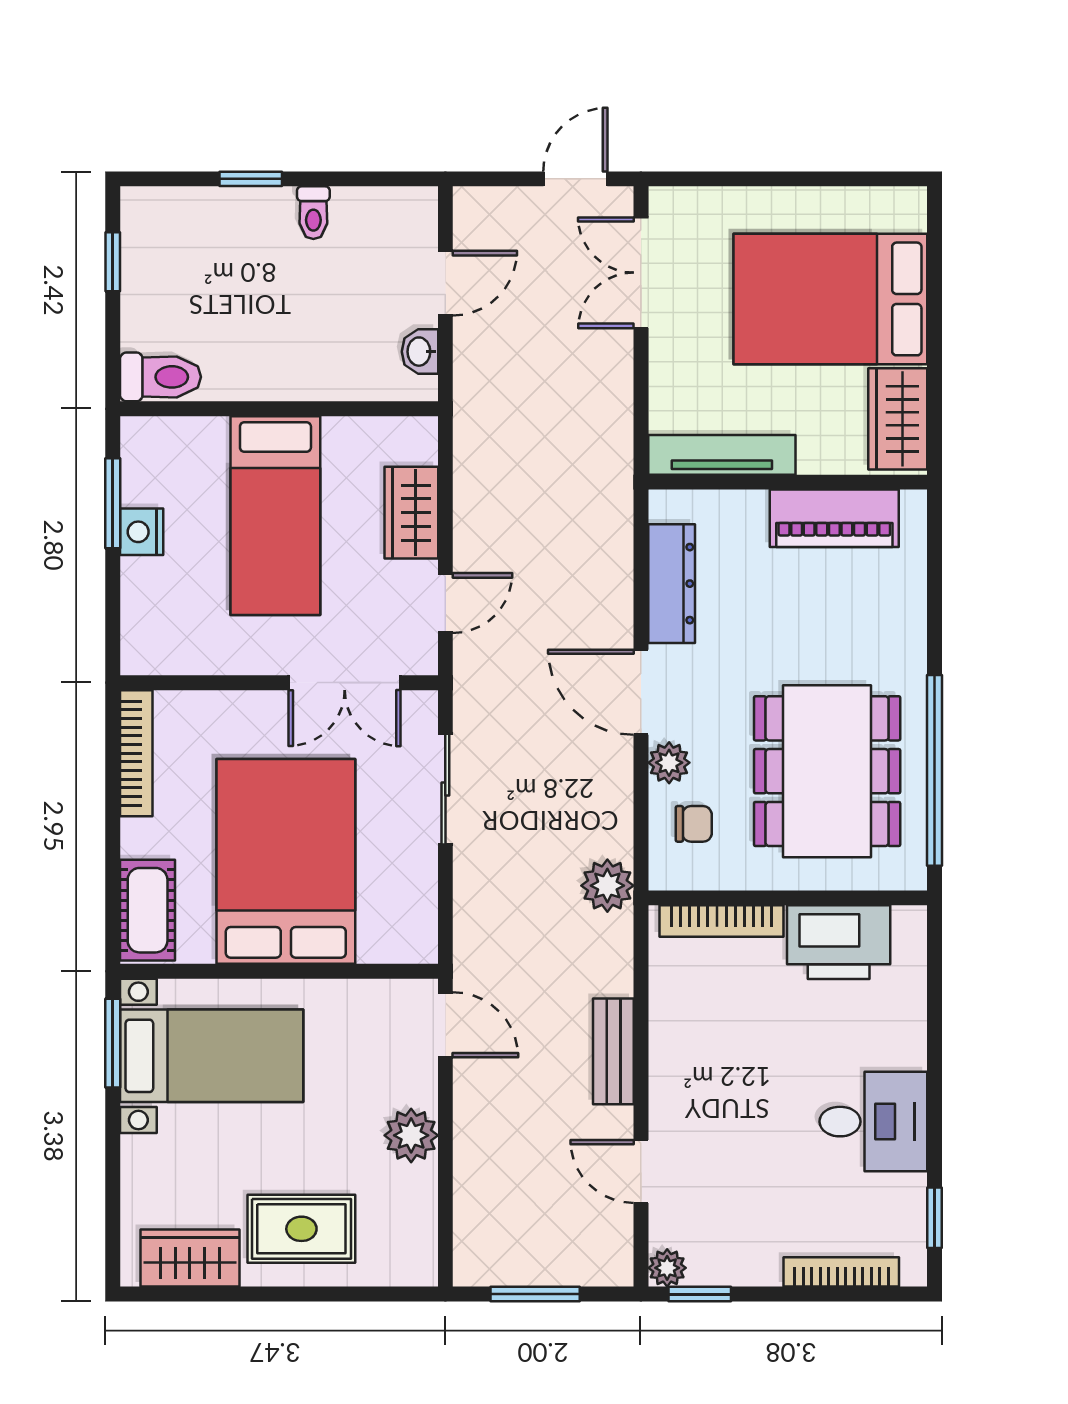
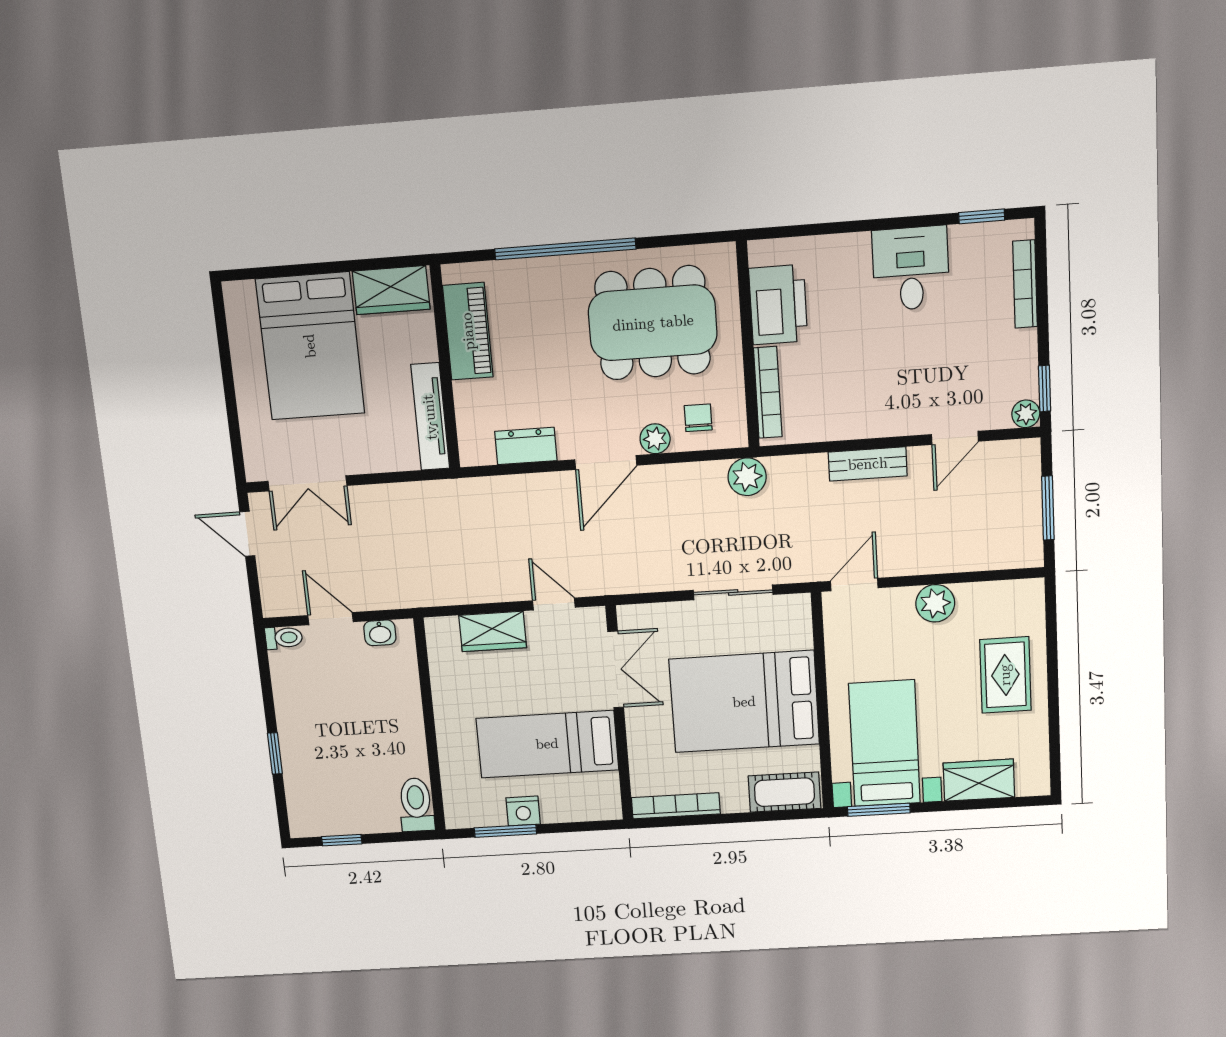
toilet: (313, 213) -> (284, 638), moved
bed: (275, 516) -> (547, 744), moved, turned 180
dresser: (672, 584) -> (526, 446), width x0.70
window: (934, 770) -> (565, 249), moved
sliding door: (445, 789) -> (733, 592), moved
wardrobe: (190, 1258) -> (979, 780), moved, turned 90

